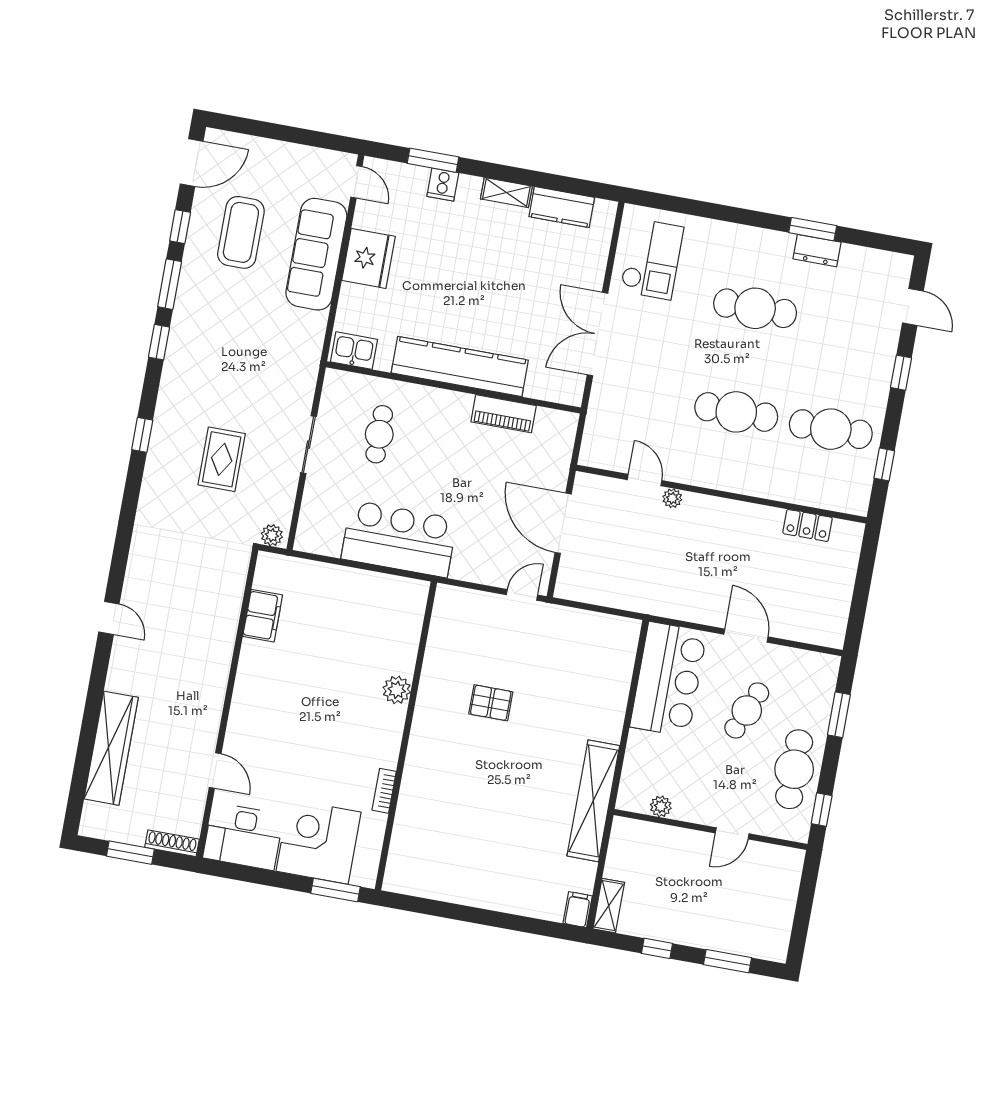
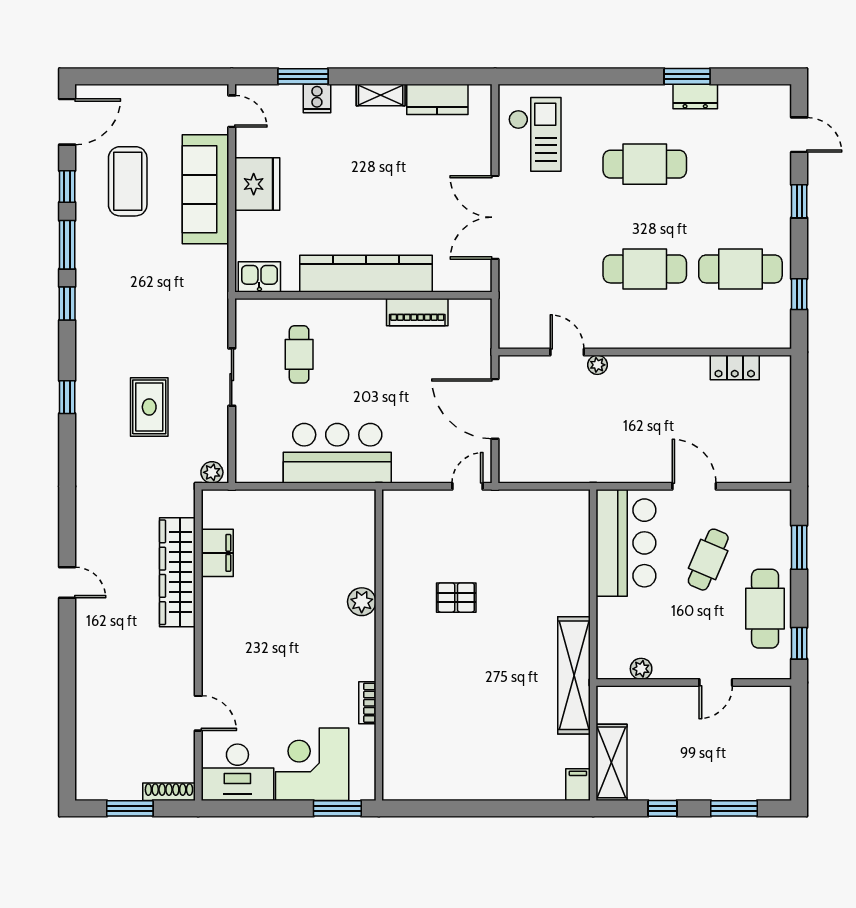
wardrobe: (111, 748) -> (177, 572), moved, turned 180
shelving: (609, 906) -> (612, 762), width x1.50, depth x1.33

